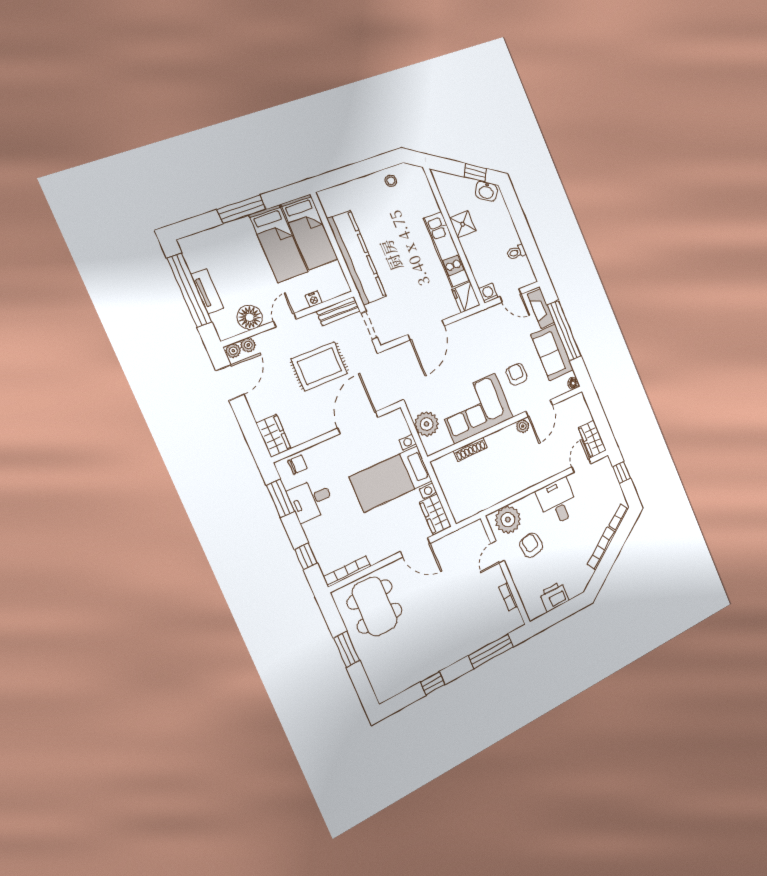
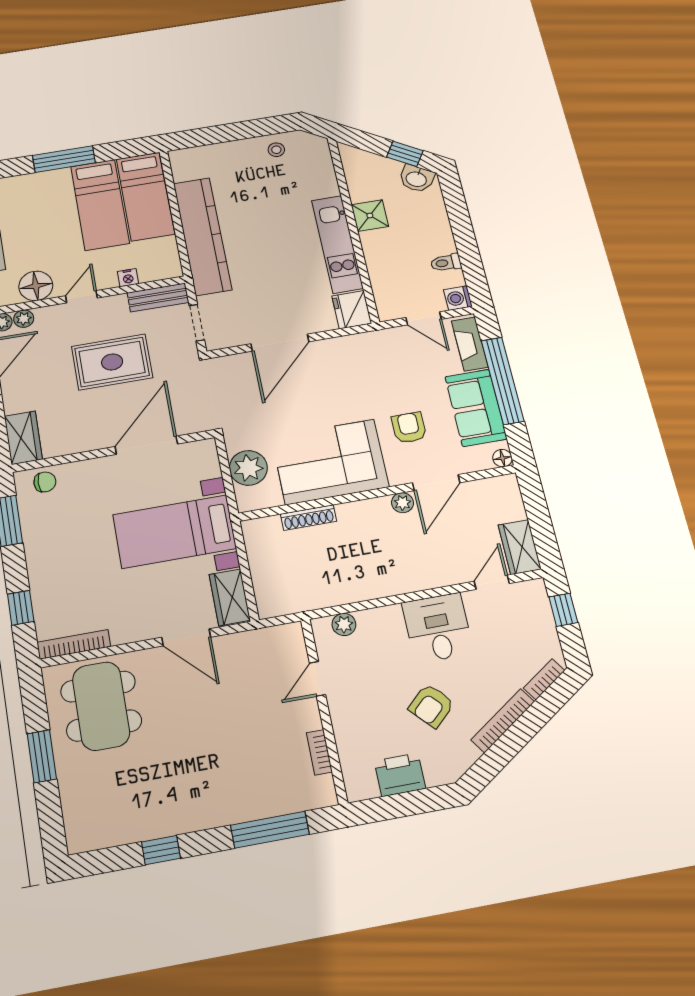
washing machine: (488, 293) -> (458, 298), moved, turned -90
desk: (311, 500) -> (50, 533), removed
plant: (508, 520) -> (344, 624), width x0.53, depth x0.53
armchair: (531, 545) -> (431, 706), moved, turned -124

